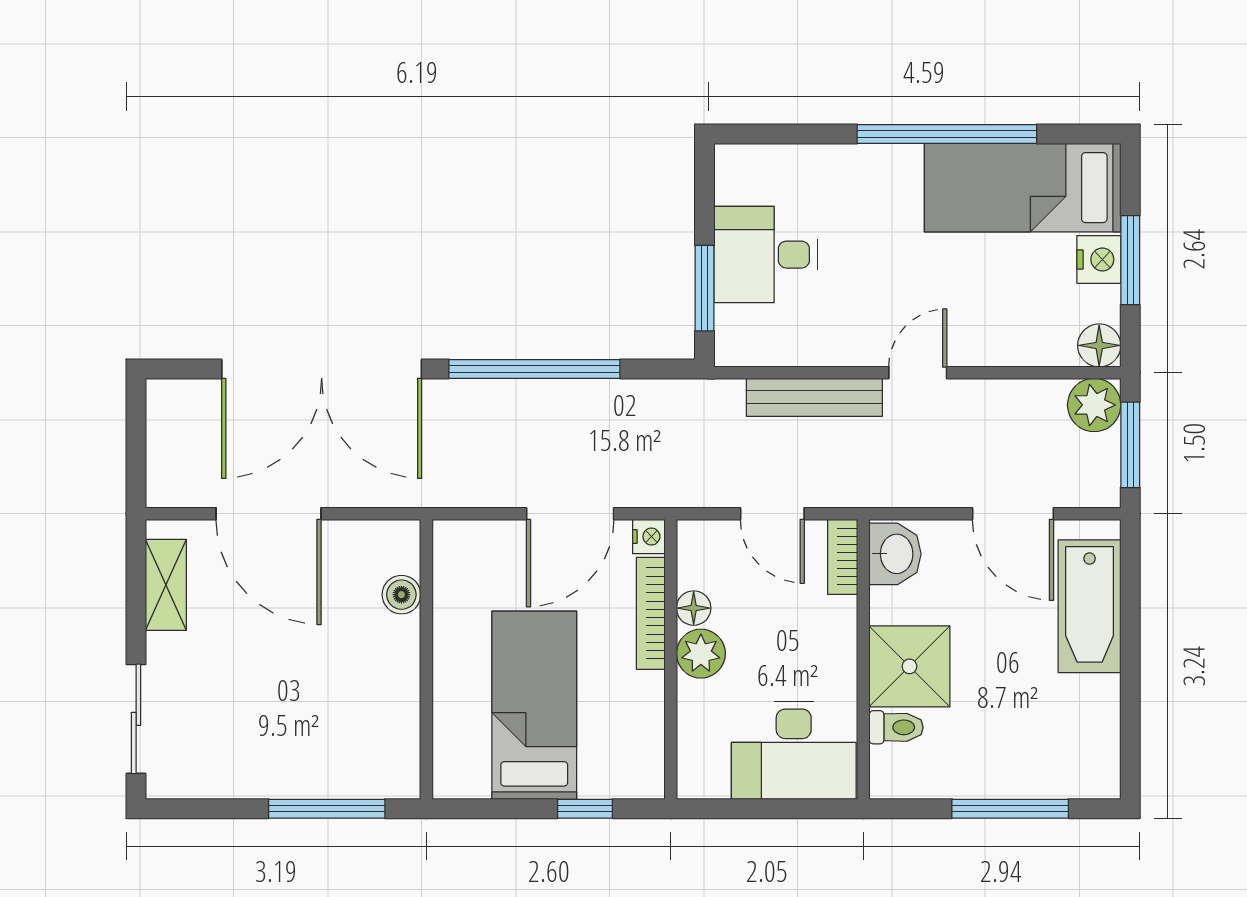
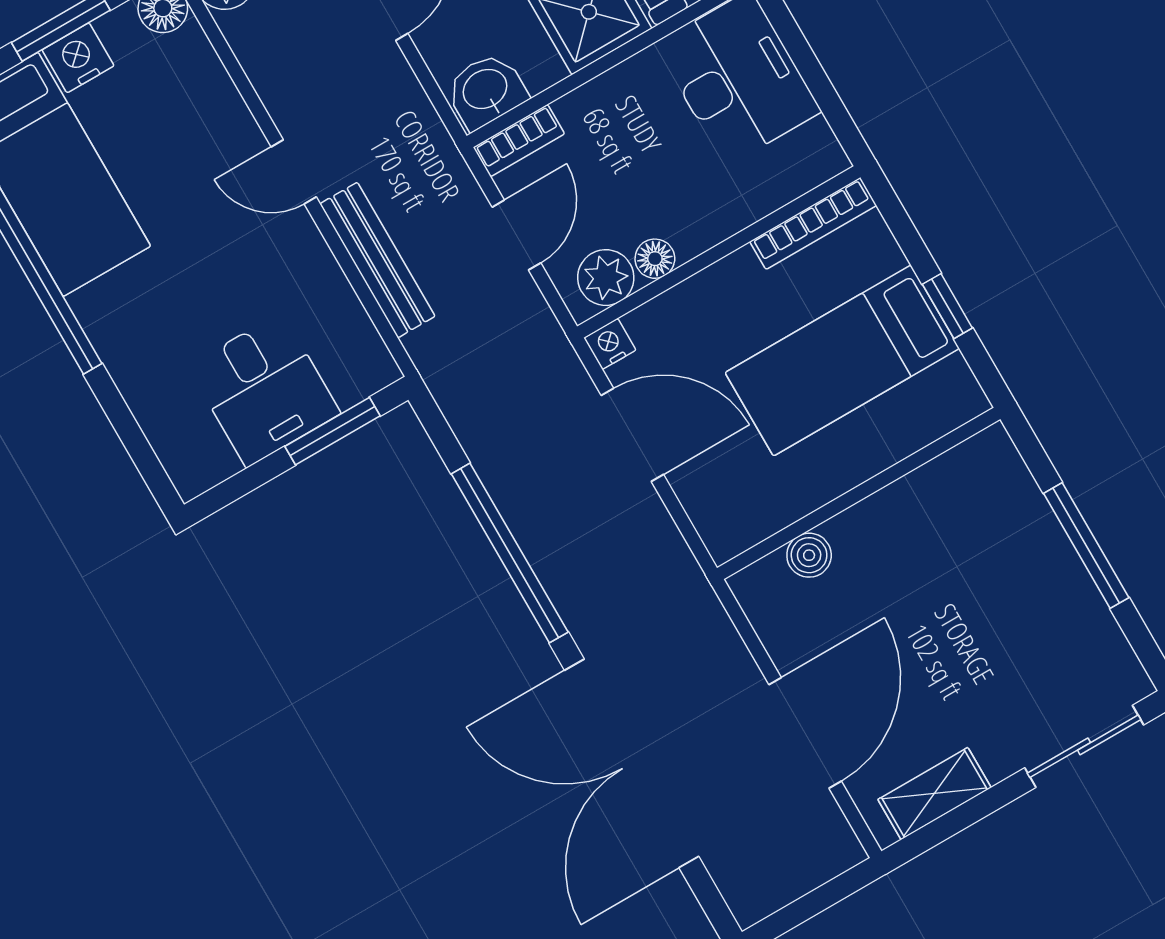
double door: (322, 369) -> (632, 763), swing flipped
bookcase: (651, 613) -> (813, 224), moved
plant: (701, 654) -> (606, 278), moved
window: (327, 809) -> (1086, 545), moved
window: (585, 809) -> (947, 306), moved

